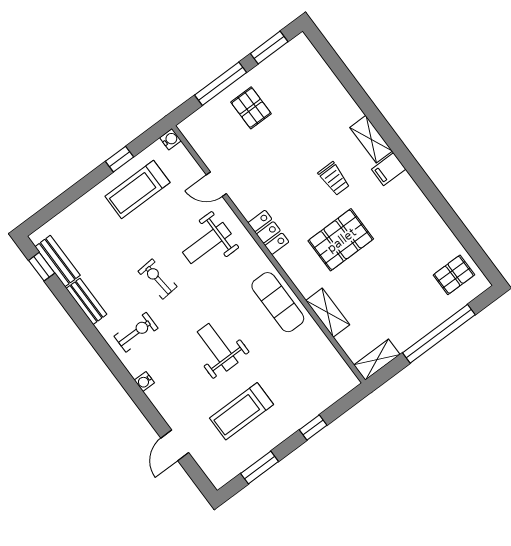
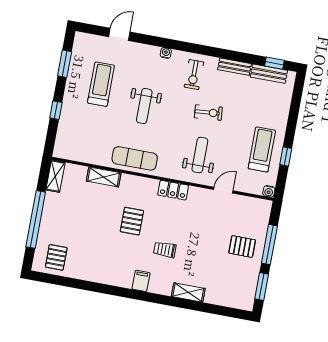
shelving: (371, 139) -> (188, 292), moved
pallet: (341, 240) -> (132, 221), width x0.67, depth x0.71
weight bench: (218, 347) -> (144, 106), turned 90
door: (175, 445) -> (119, 34), hinge flipped

